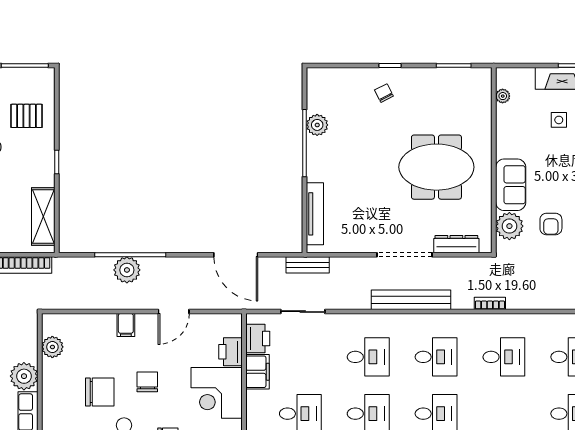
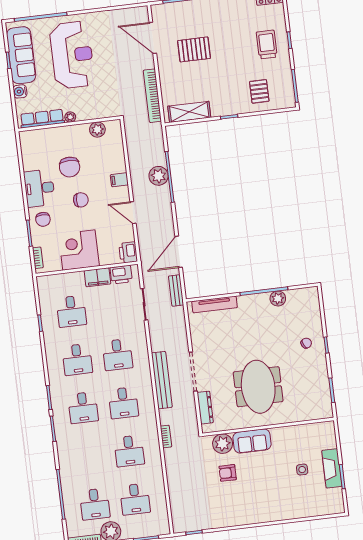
plant: (503, 96) -> (314, 428), removed
bench: (308, 265) -> (176, 290), moved
printer: (231, 352) -> (128, 252), moved, turned -90
plant: (24, 376) -> (70, 117), width x0.53, depth x0.53

